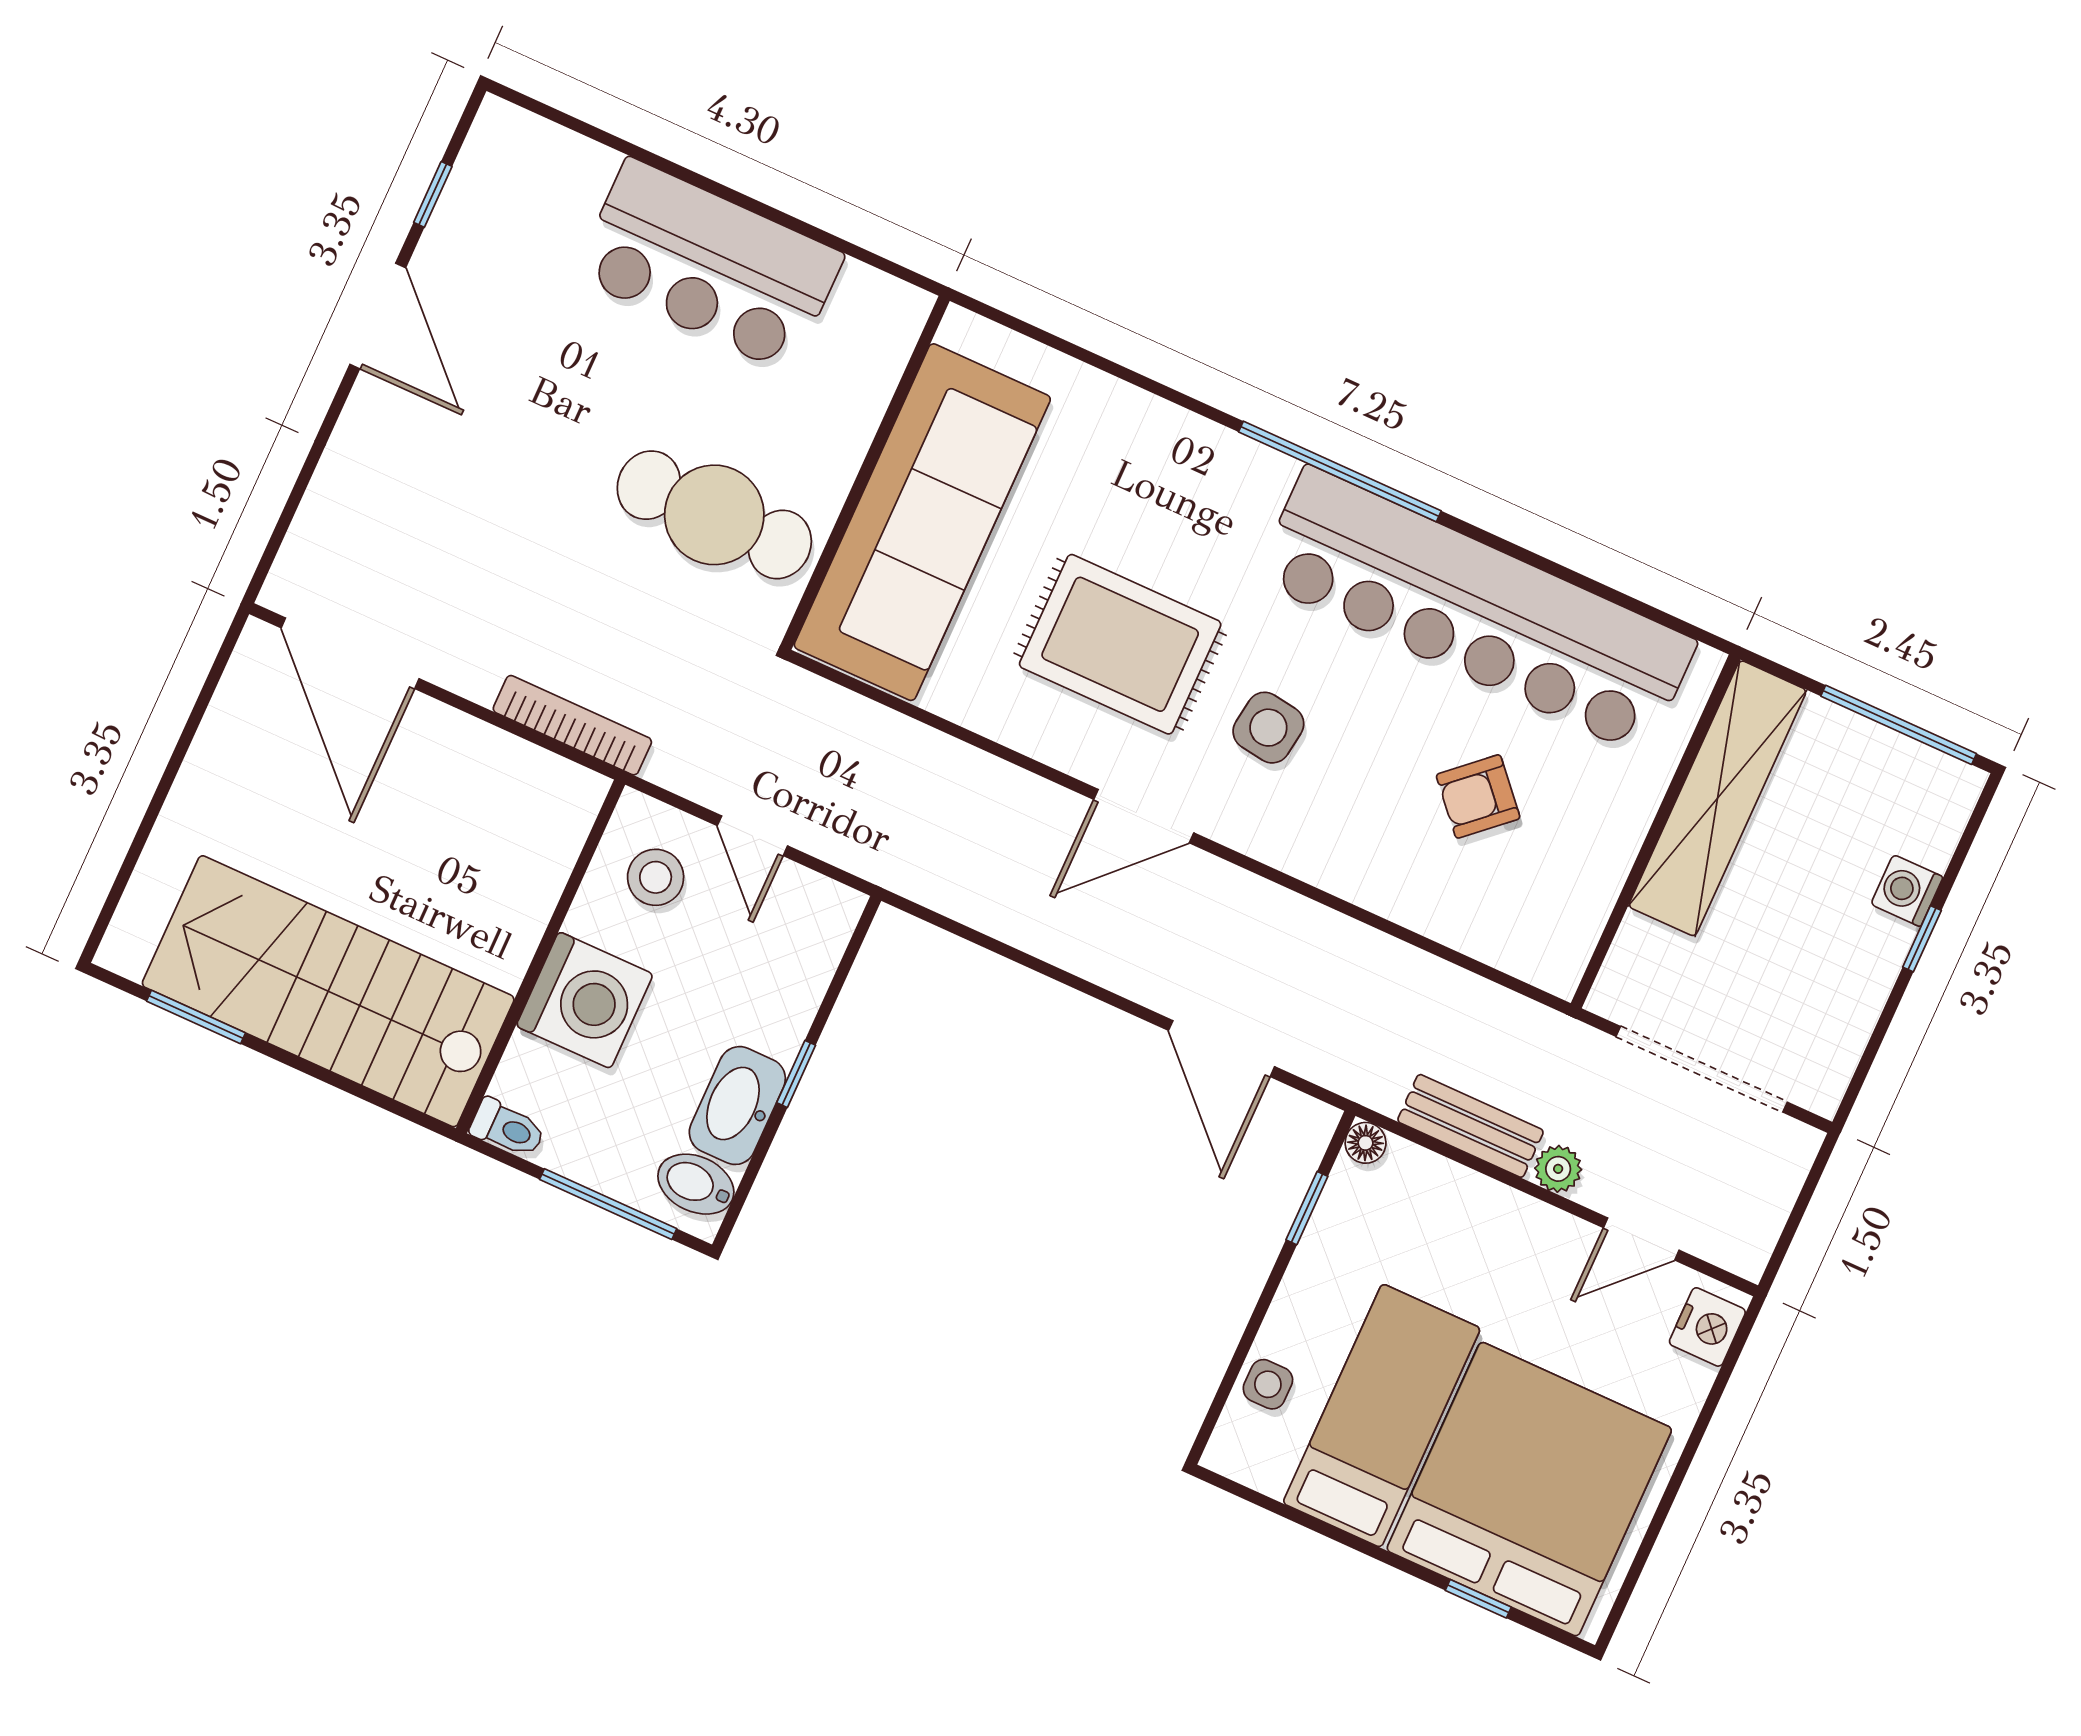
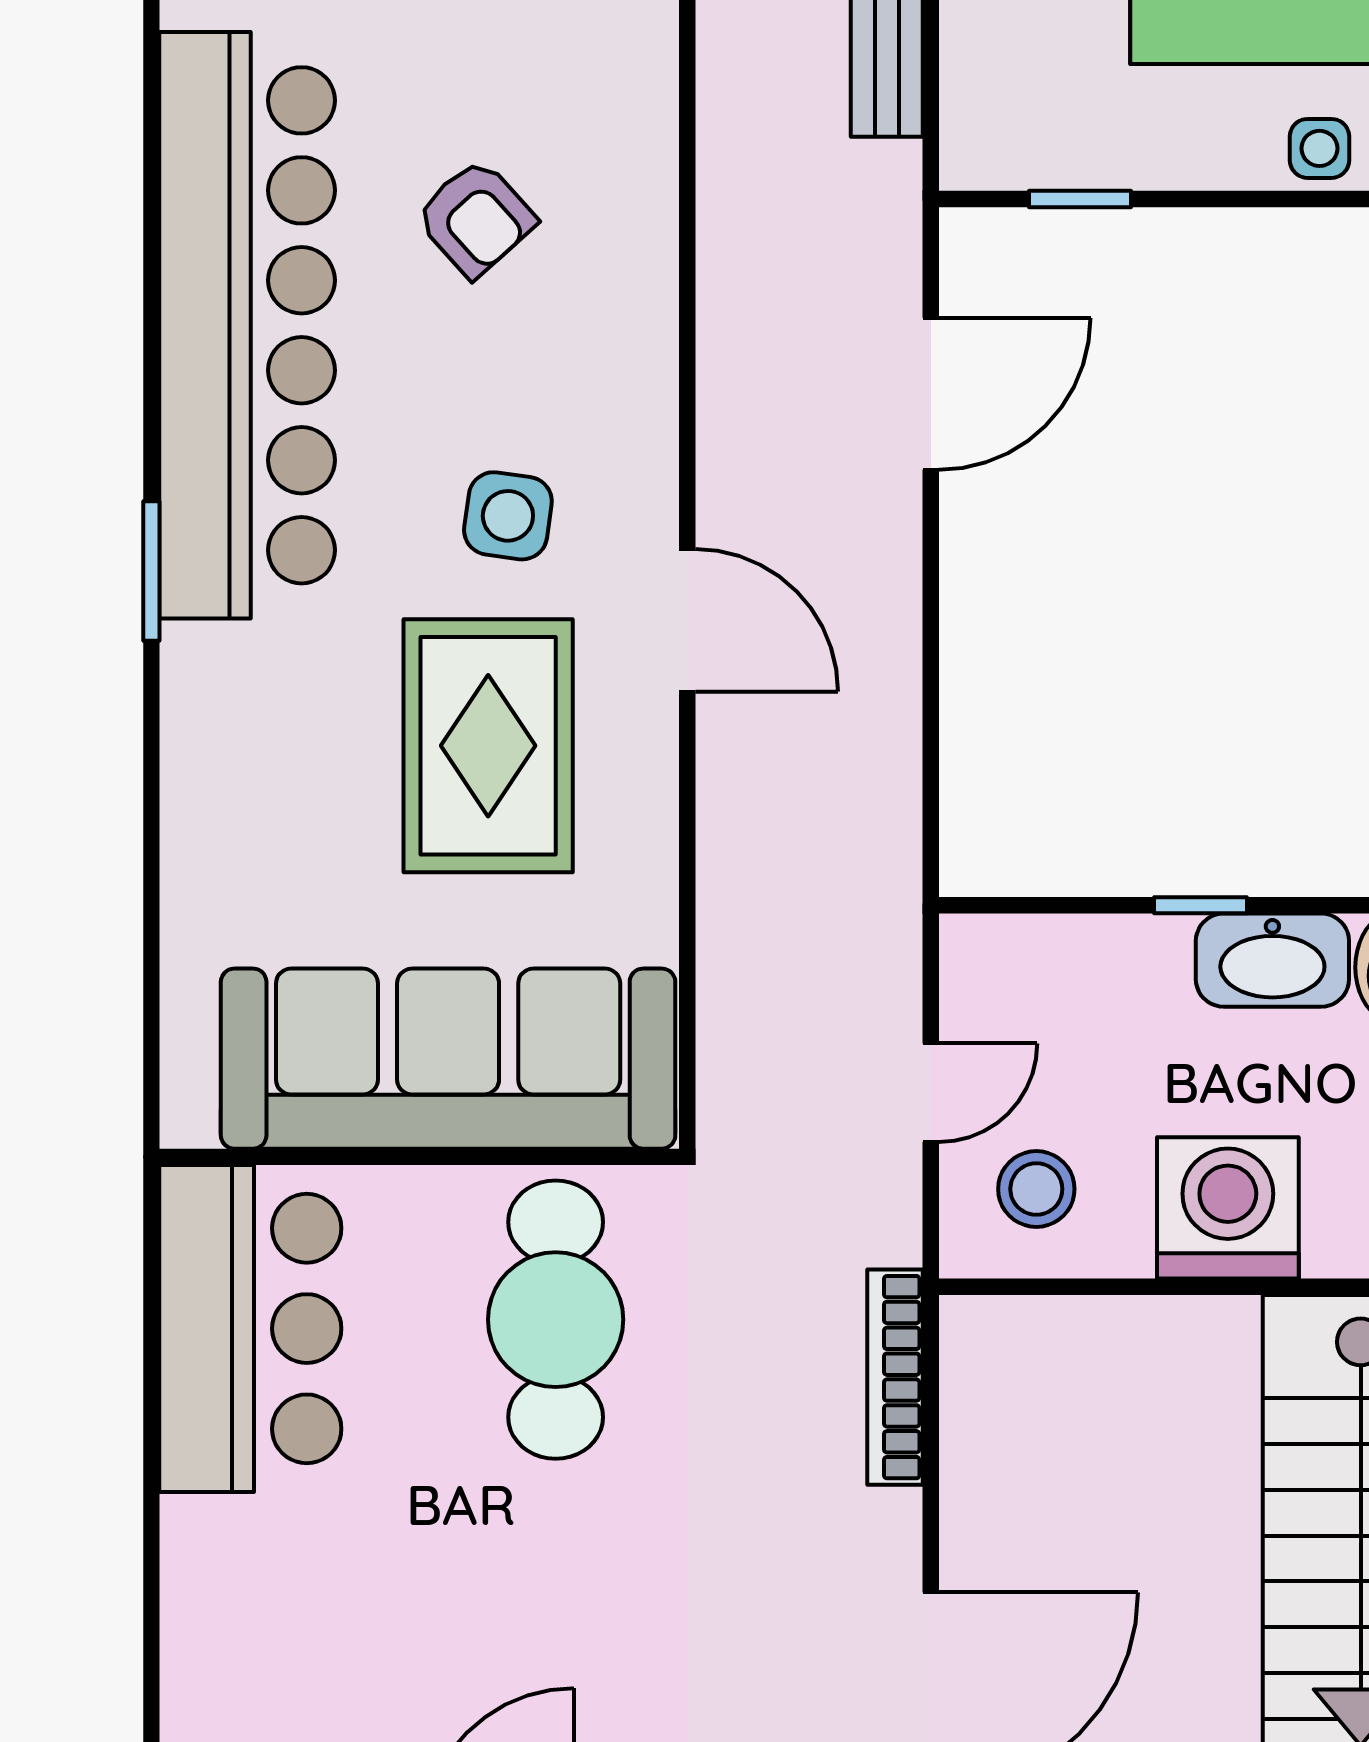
bar counter: (709, 265) -> (250, 1329), moved
window: (1340, 471) -> (151, 571), width x0.47
floor lamp: (1366, 1143) -> (967, 163), removed

